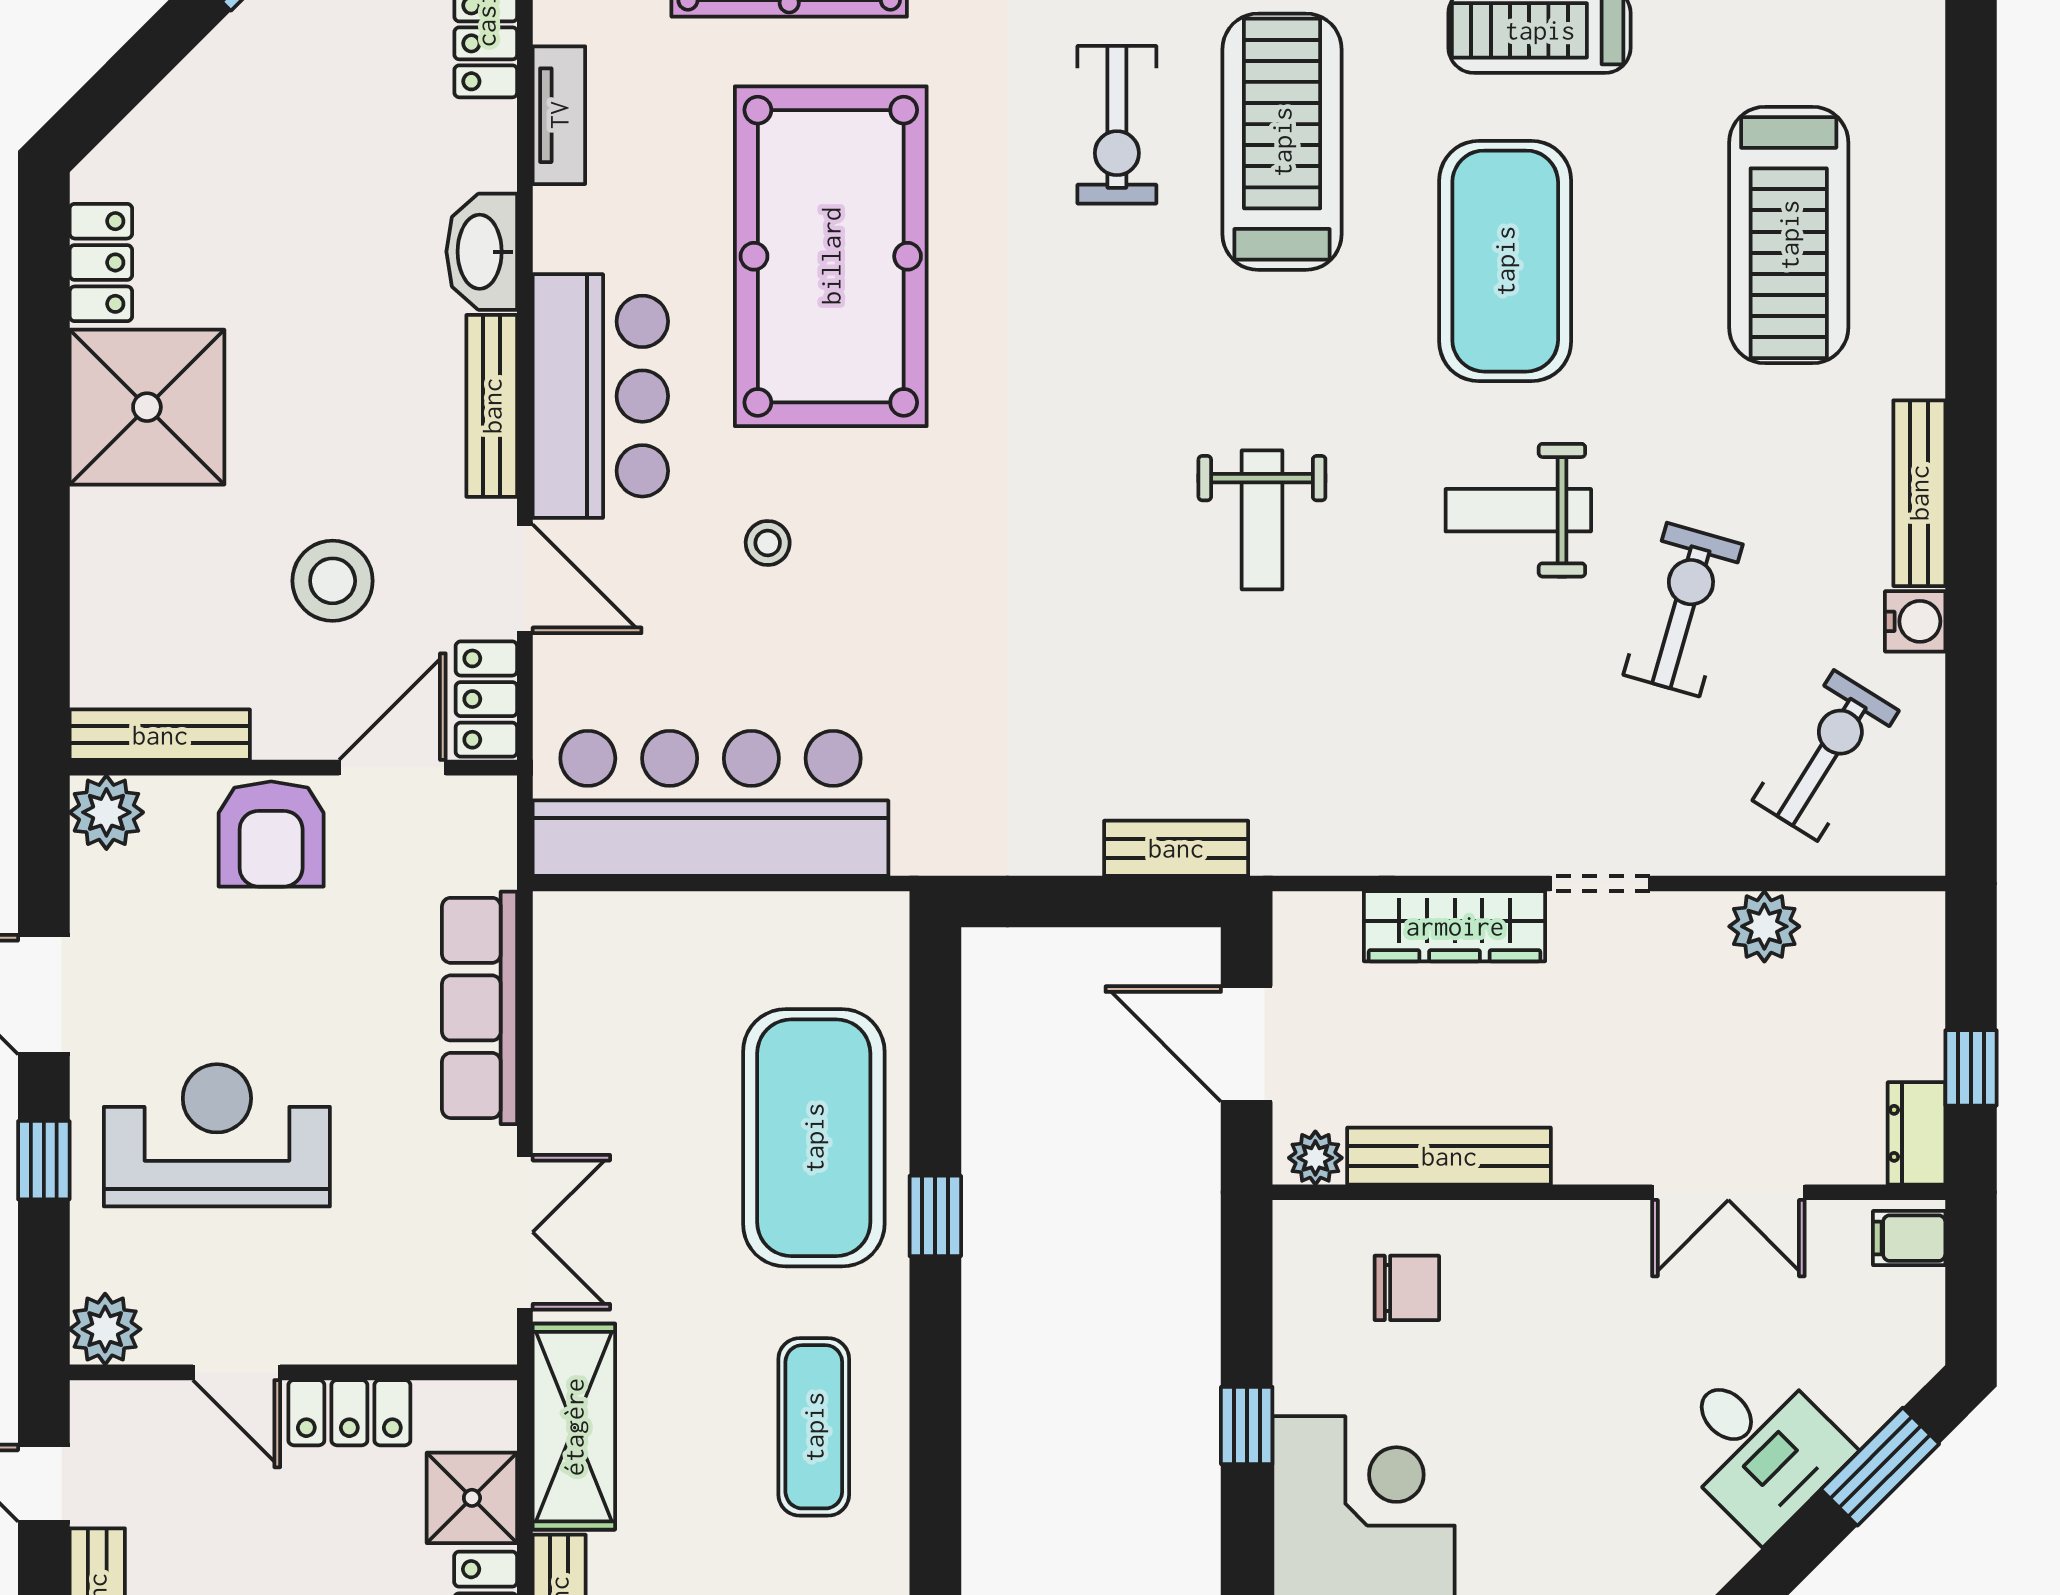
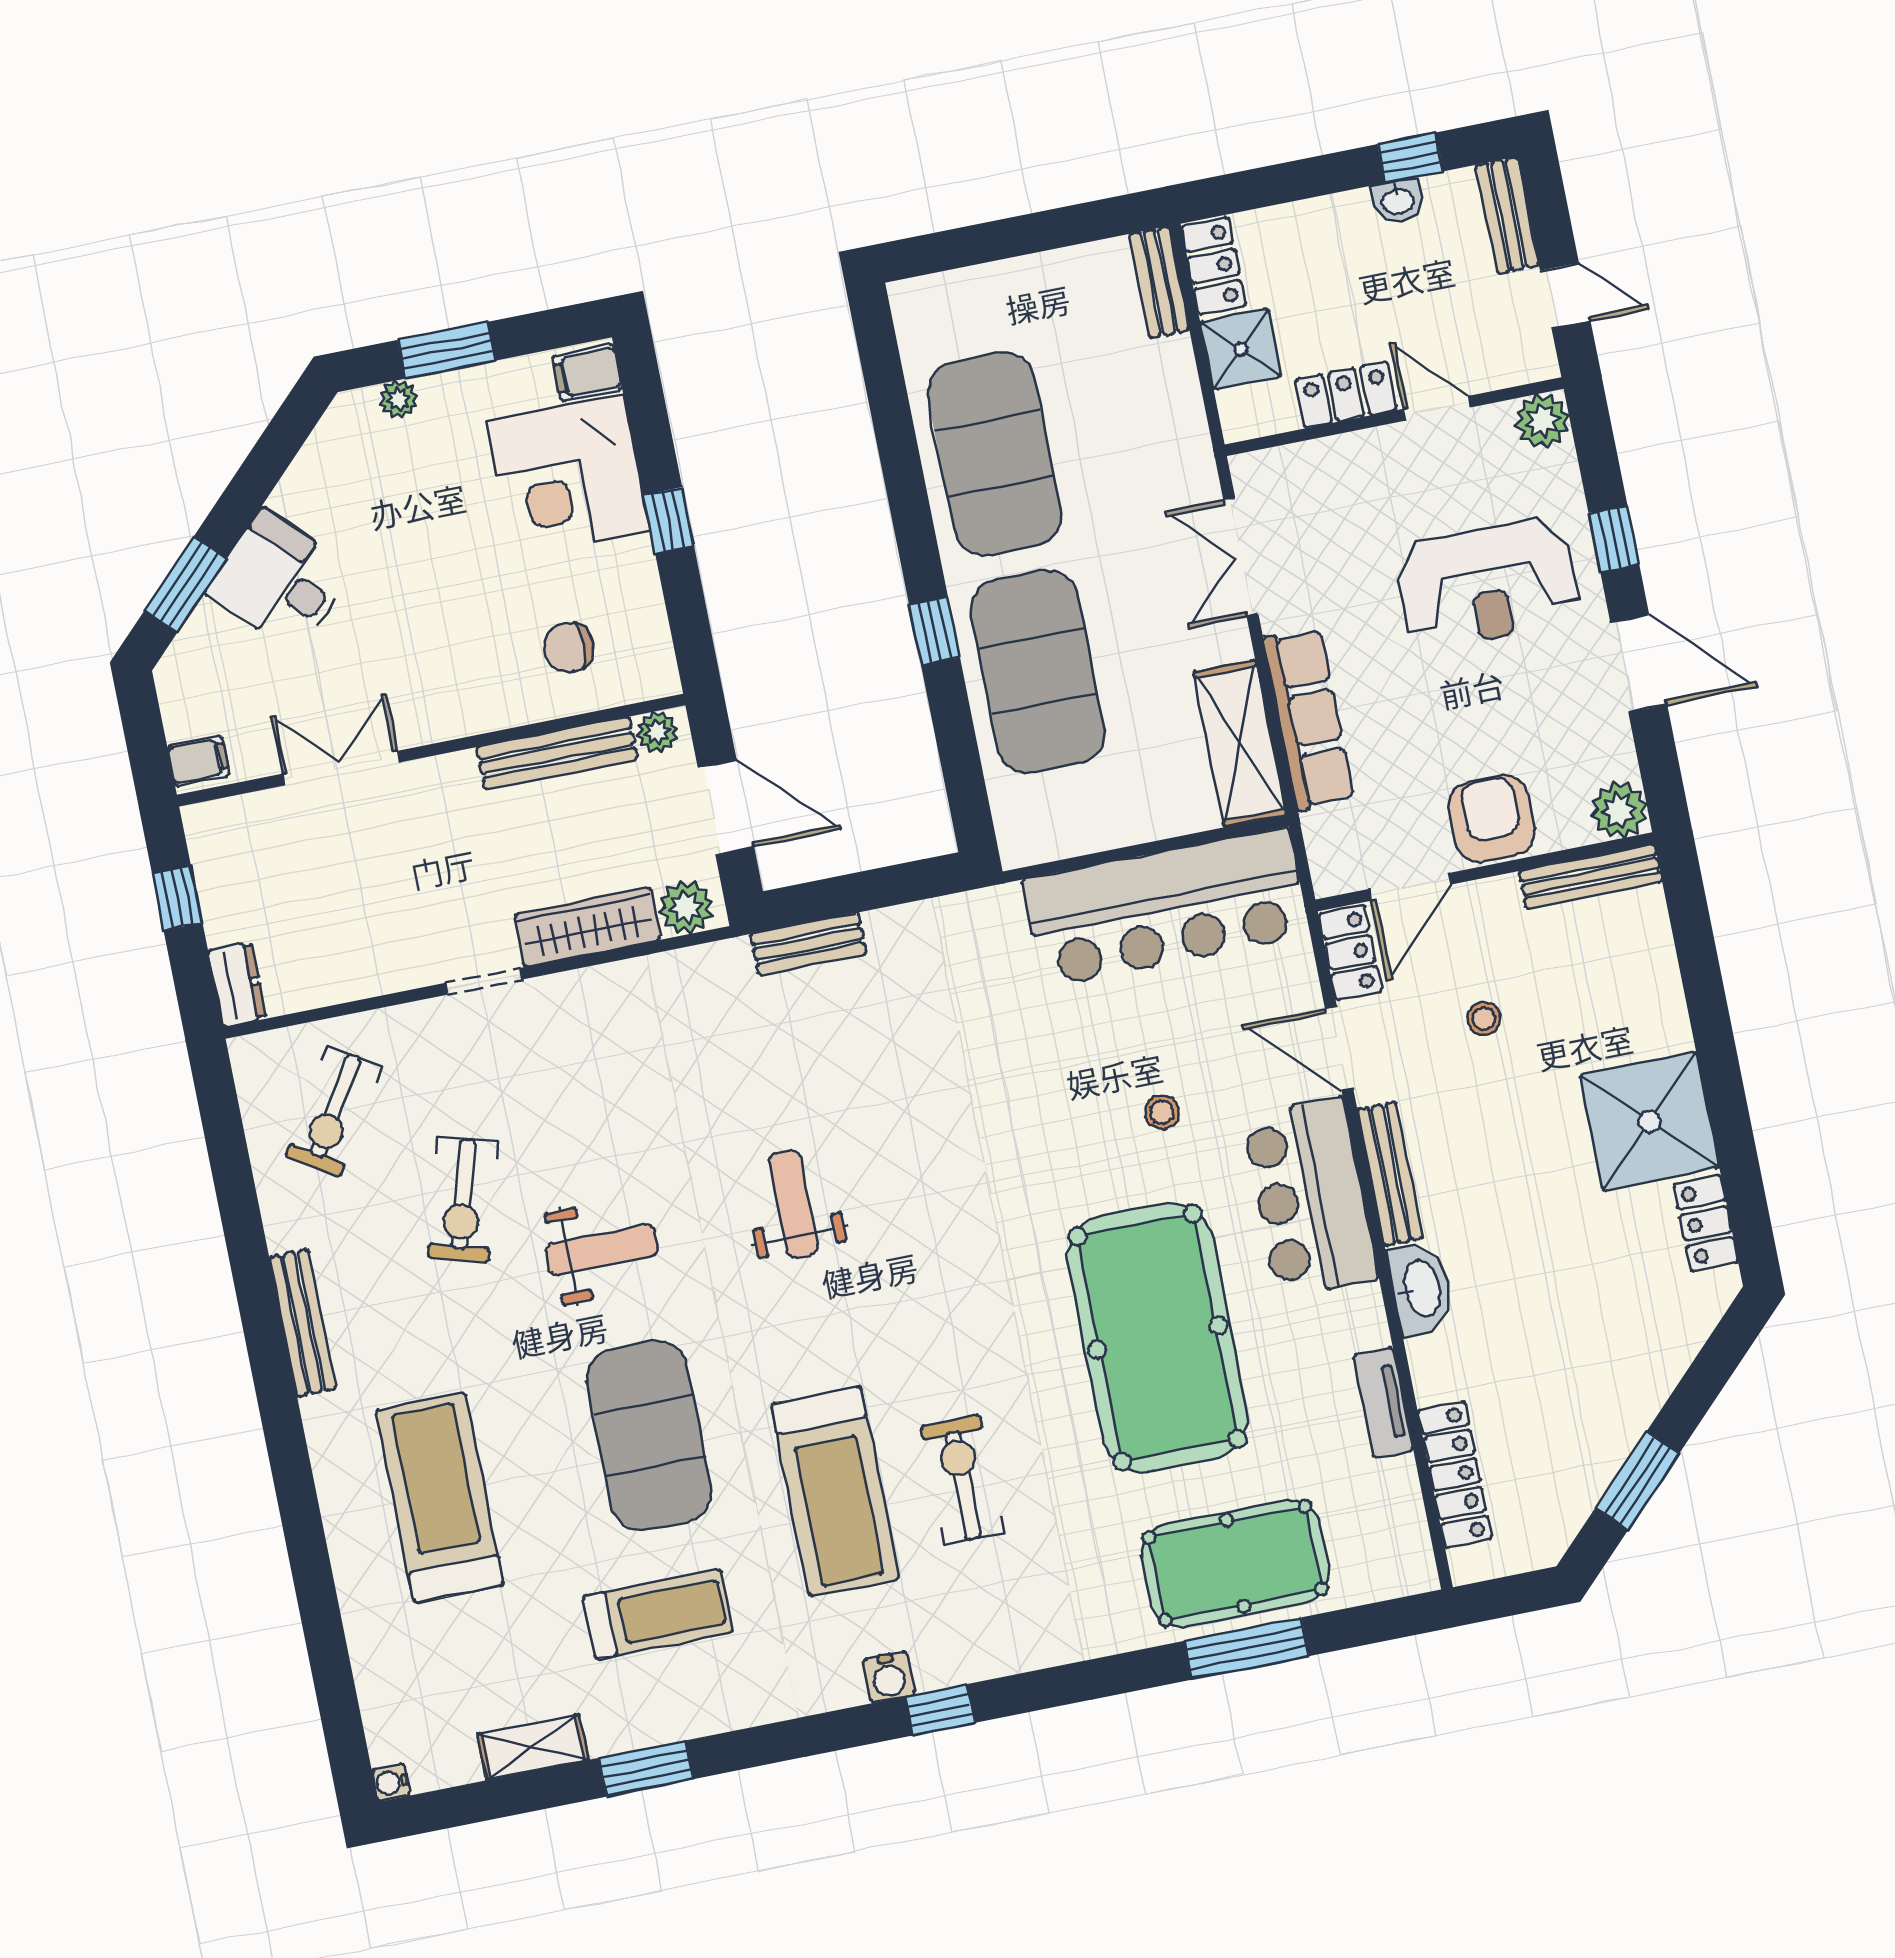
stool: (333, 581) -> (1484, 1018), width x0.53, depth x0.53
water cooler: (1915, 621) -> (286, 1226), removed
plant: (1764, 926) -> (686, 907), moved
dresser: (1917, 1133) -> (237, 984), moved
shelving: (574, 1427) -> (1240, 743), moved
exercise mat: (814, 1427) -> (994, 454), width x2.00, depth x1.45

